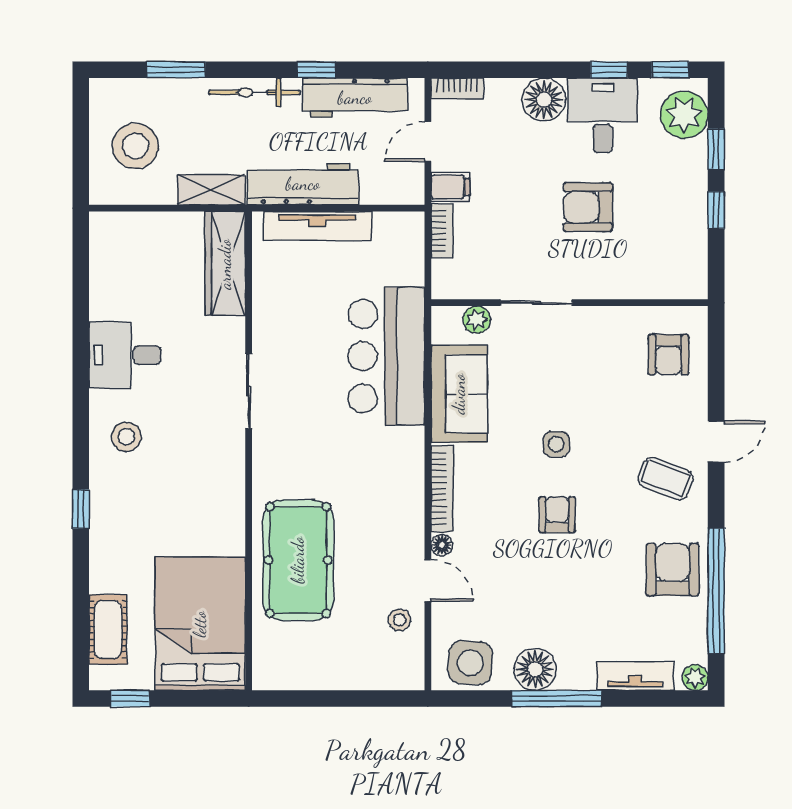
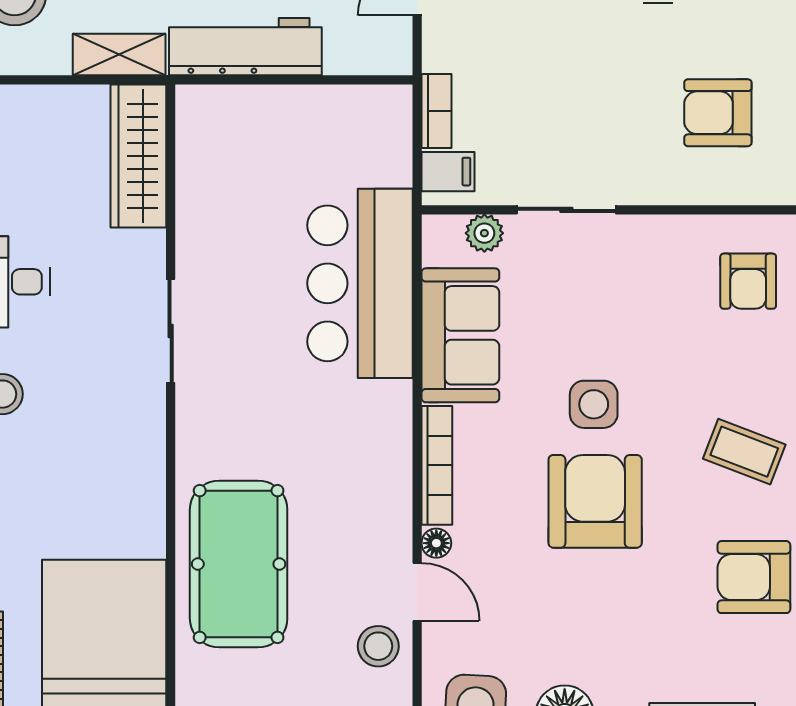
filing cabinet: (450, 187) -> (448, 172), moved
armchair: (588, 207) -> (718, 113), moved
tv unit: (317, 226) -> (265, 104), removed
side table: (556, 444) -> (594, 404), width x1.37, depth x1.37
armchair: (557, 515) -> (595, 501), width x1.88, depth x1.88
armchair: (673, 570) -> (754, 577), turned -90
stool: (400, 620) -> (378, 646), width x1.37, depth x1.37

